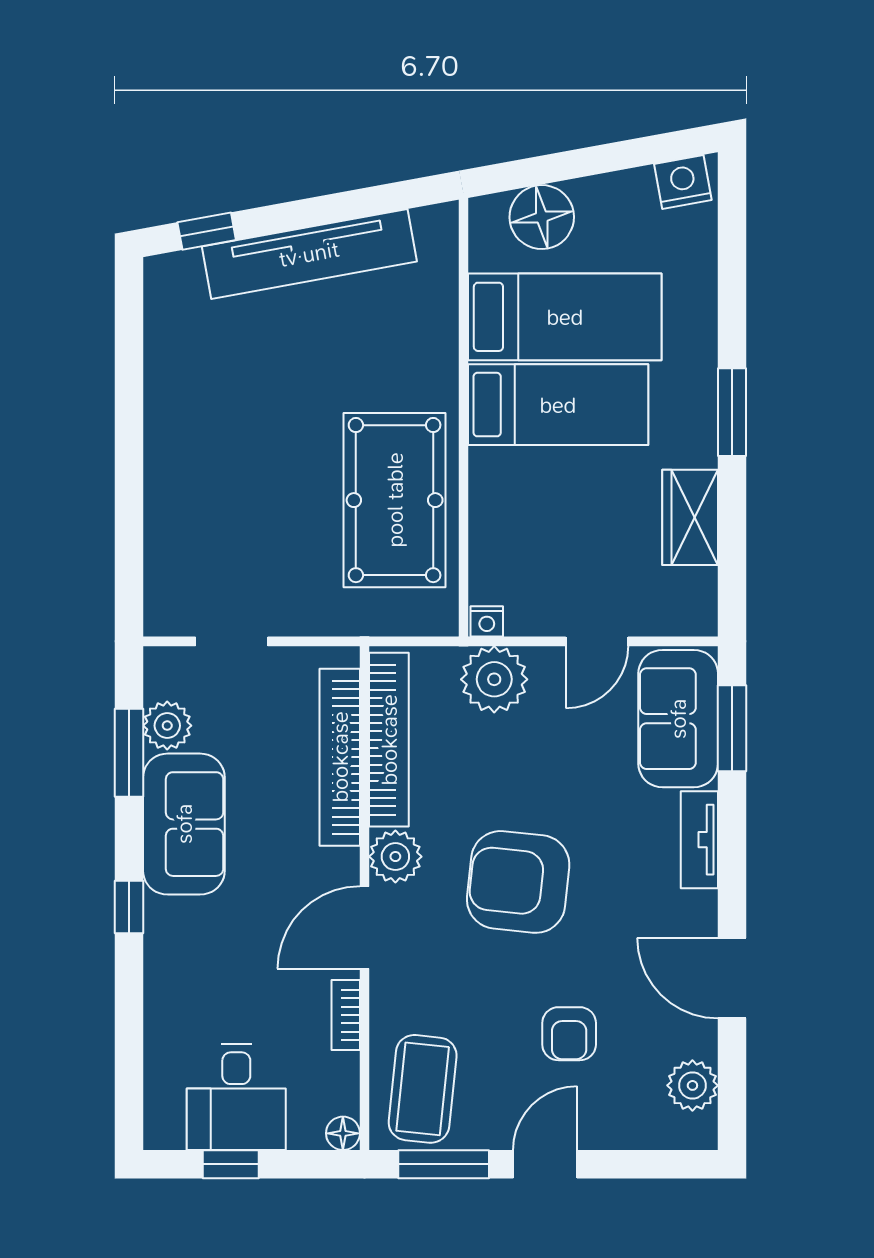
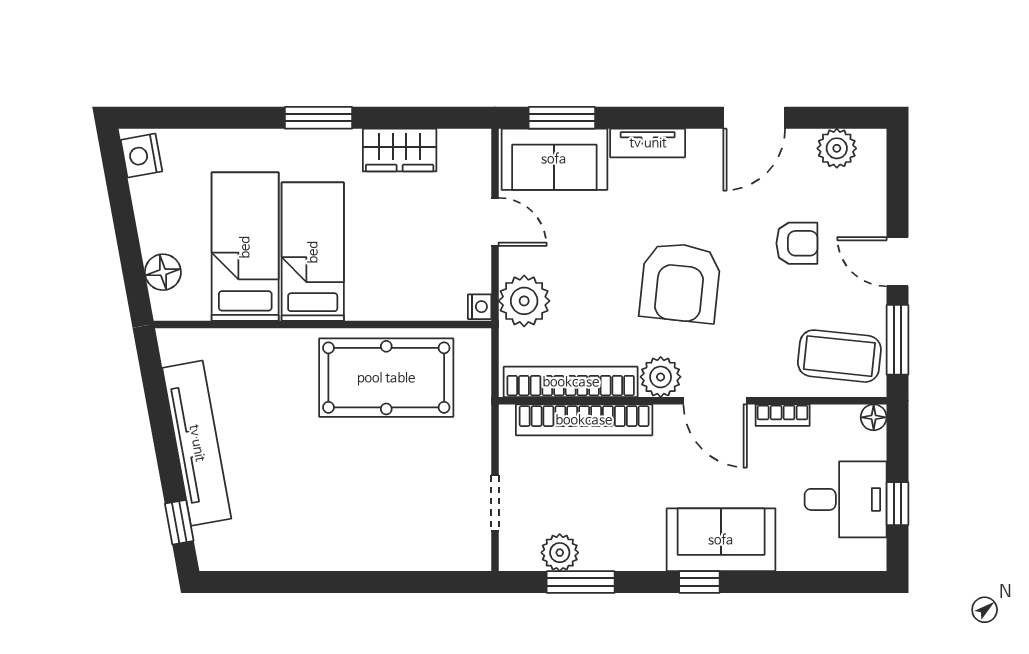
floor lamp: (542, 217) -> (163, 272), width x0.73, depth x0.73
sofa: (184, 824) -> (721, 540), moved

